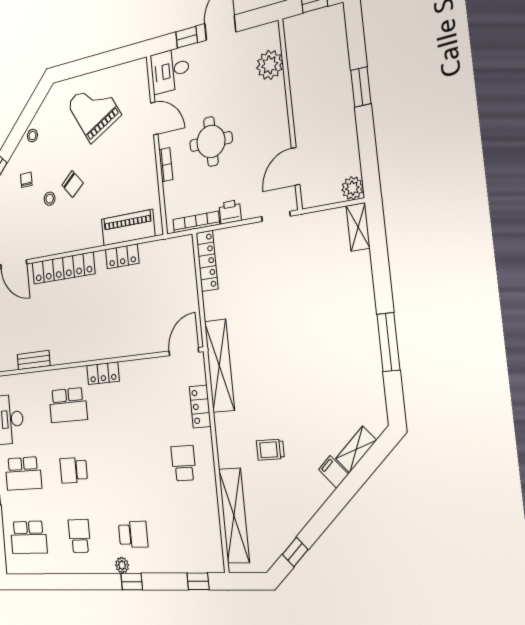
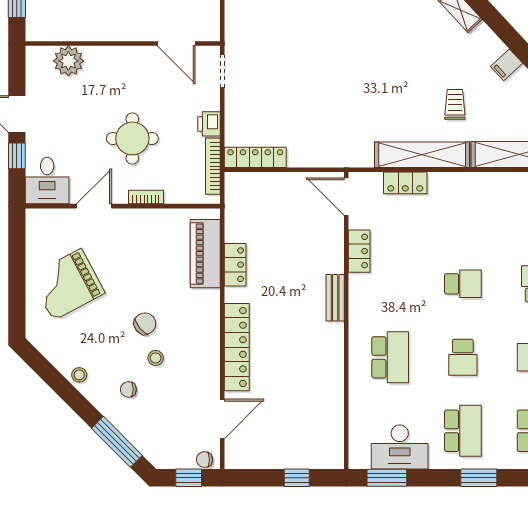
bench: (34, 360) -> (335, 298), moved
shelving: (219, 366) -> (422, 155), moved
locker: (103, 373) -> (359, 251), moved
trolley: (270, 450) -> (455, 104), turned 180
school desk: (183, 463) -> (463, 284), moved, turned 180
filing cabinet: (333, 472) -> (507, 65), moved

